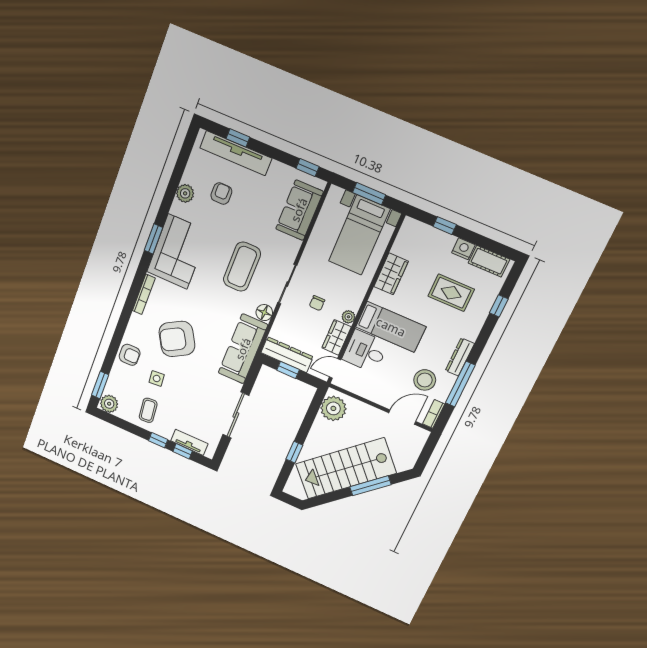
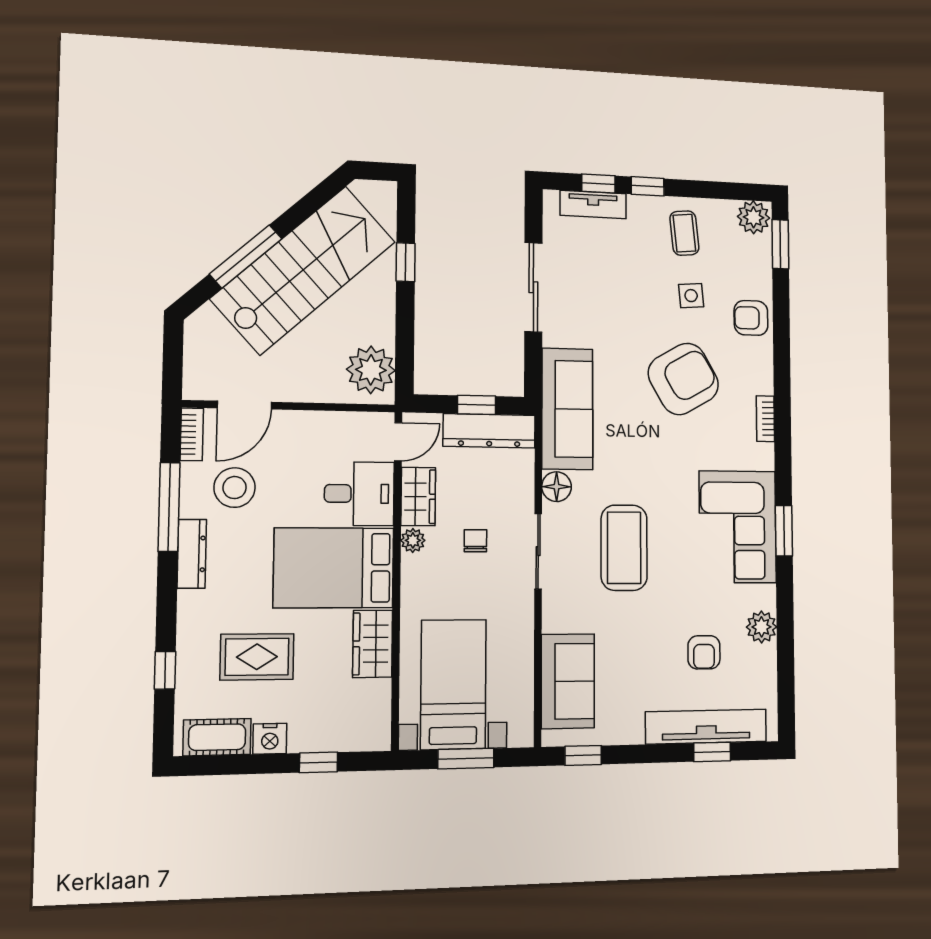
bookcase: (144, 294) -> (765, 419), width x0.64
bed: (391, 327) -> (334, 568), width x1.50

